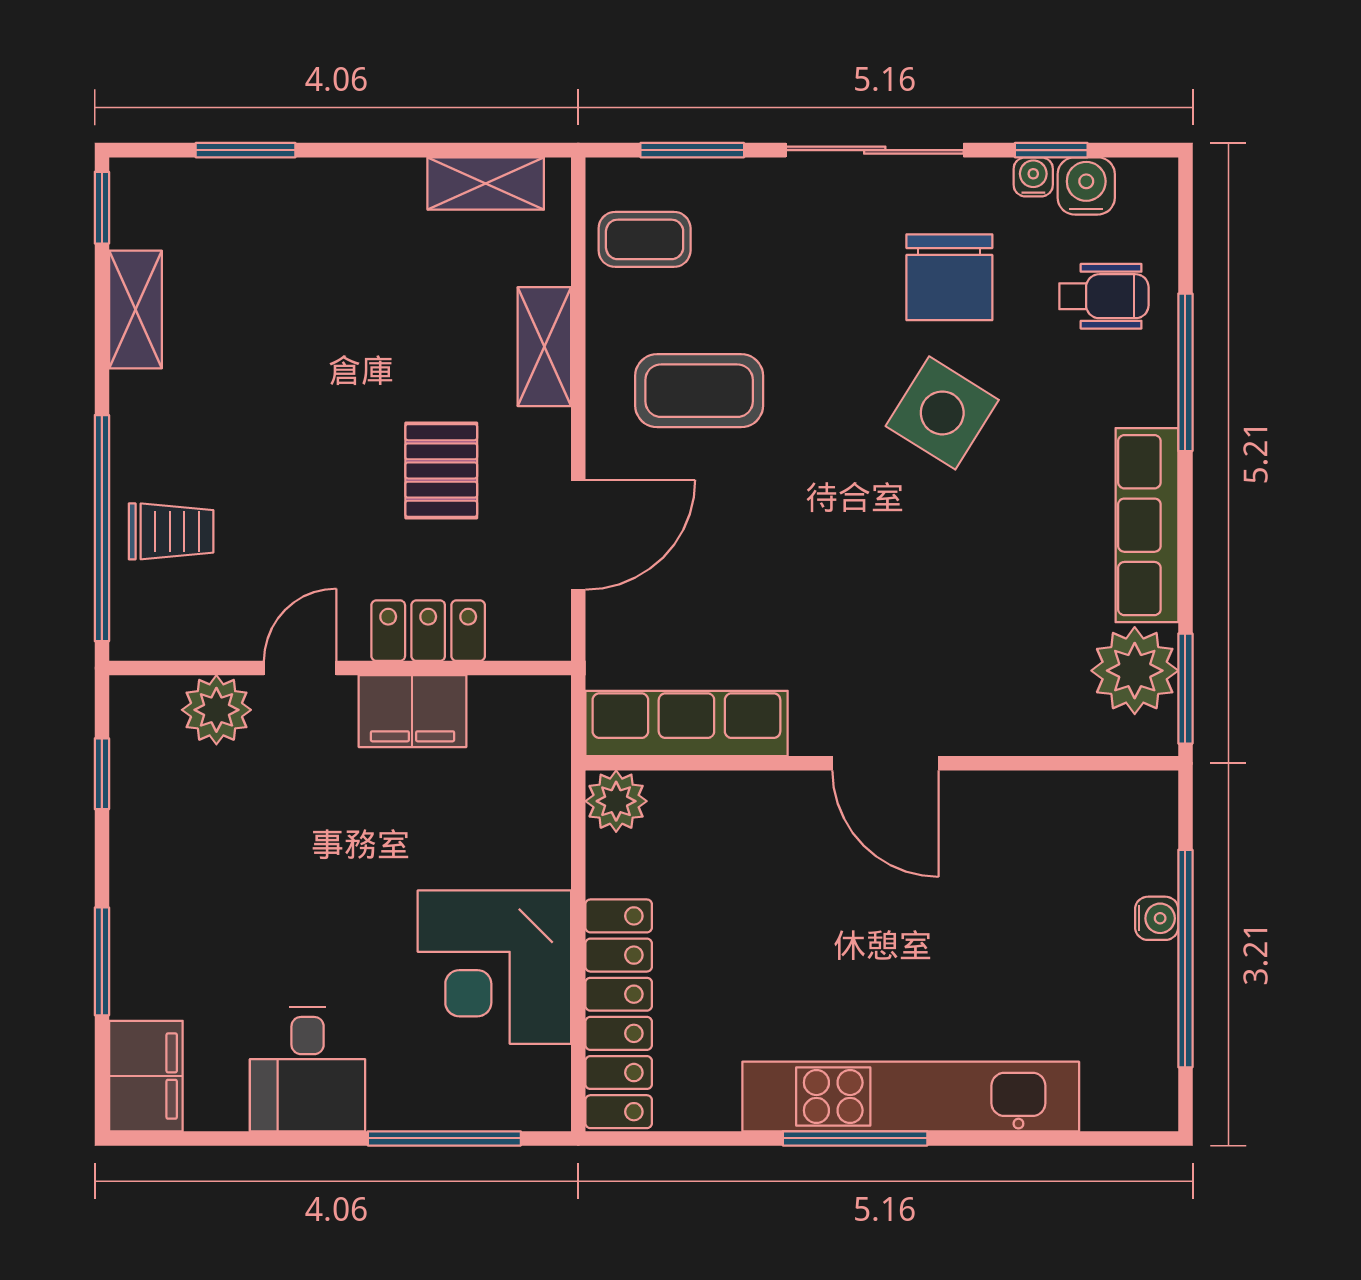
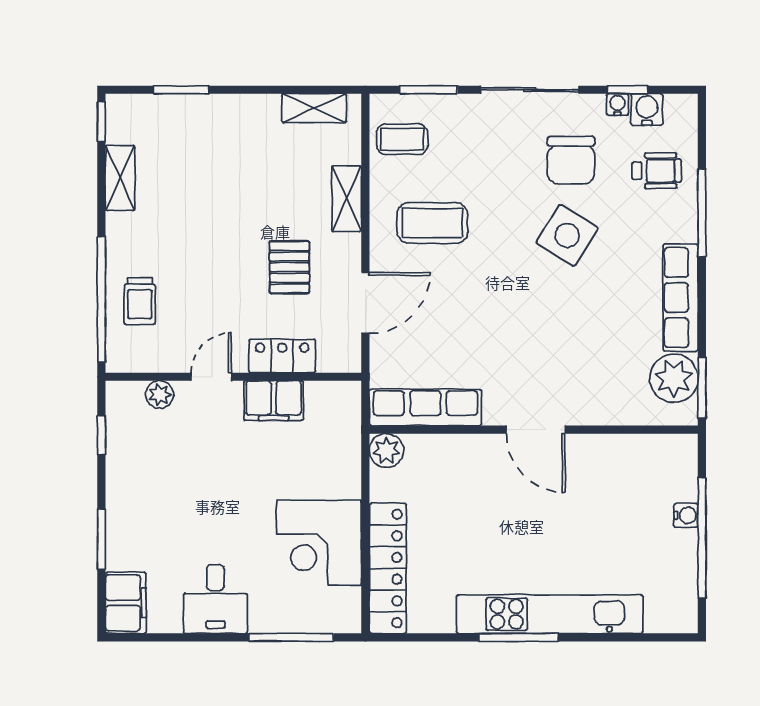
trolley: (171, 531) -> (140, 301), turned 90
plant: (216, 710) -> (160, 395), width x0.73, depth x0.73

